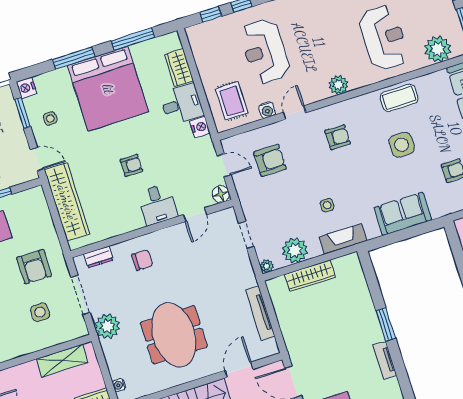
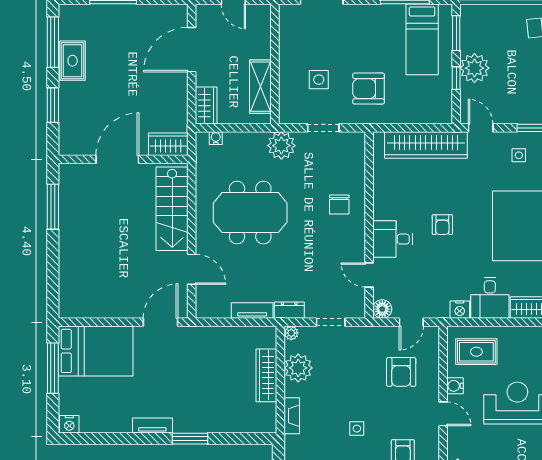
door: (37, 159) -> (481, 128), swing flipped
side table: (327, 205) -> (357, 429), moved
fireplace: (343, 239) -> (292, 416), width x0.73, depth x0.76
dresser: (98, 257) -> (289, 310), moved, turned 90
doorway: (81, 295) -> (323, 128), width x0.73
tv unit: (260, 313) -> (252, 310), width x0.71

